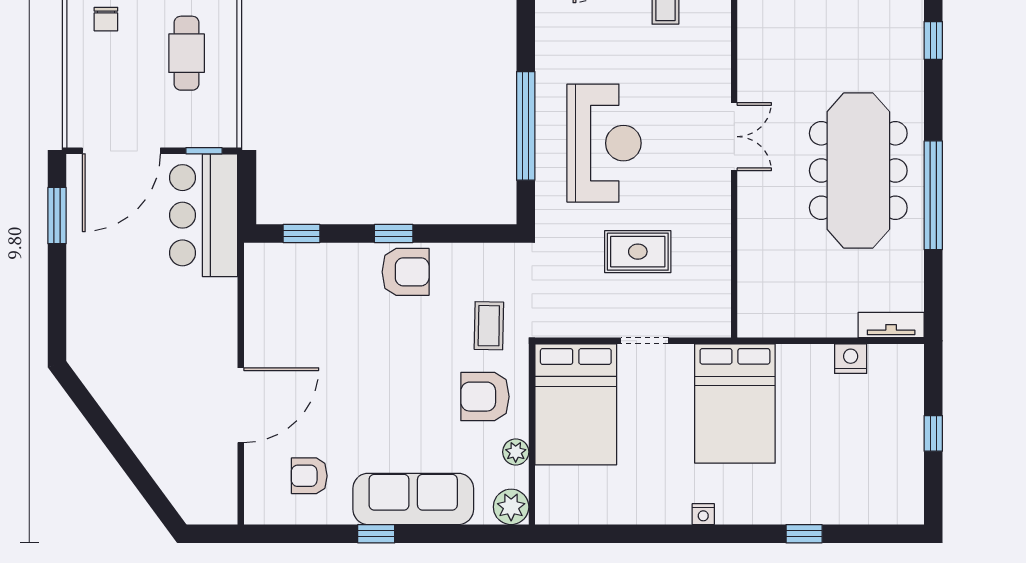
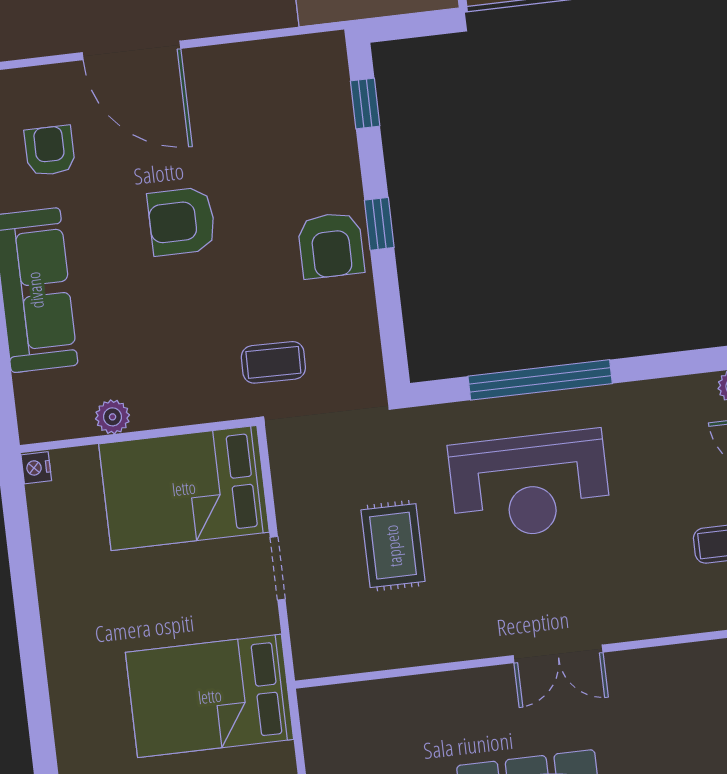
armchair: (485, 397) -> (182, 221), moved, turned -90
plant: (511, 507) -> (40, 419), removed
nightstand: (703, 514) -> (36, 468), moved

